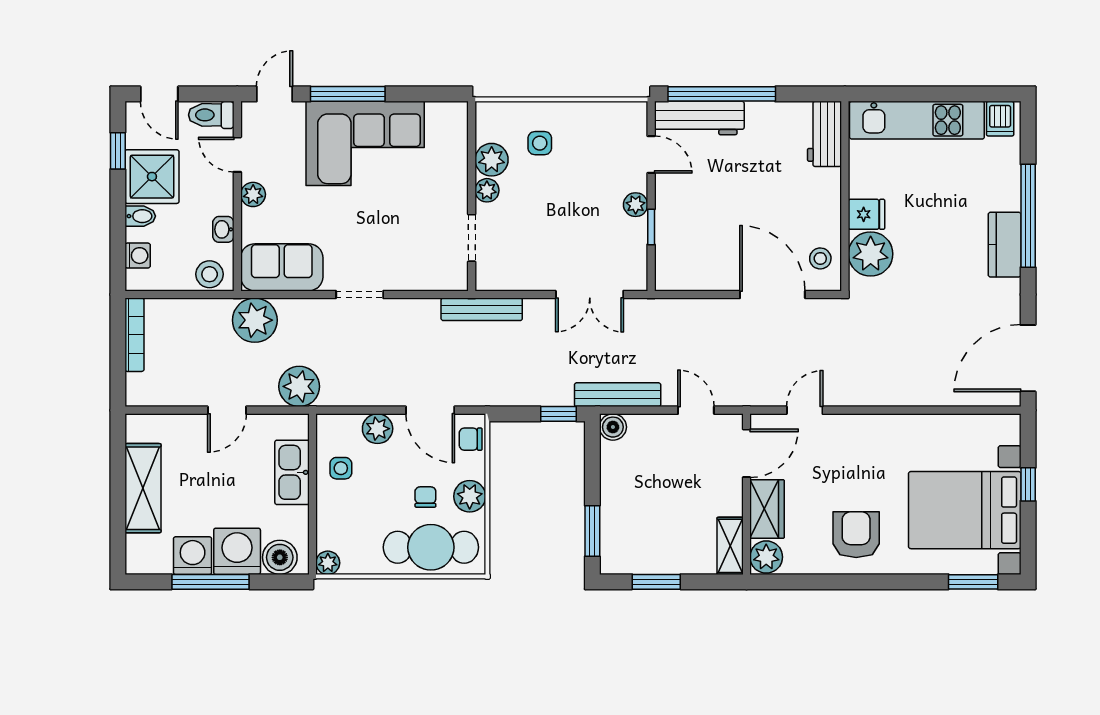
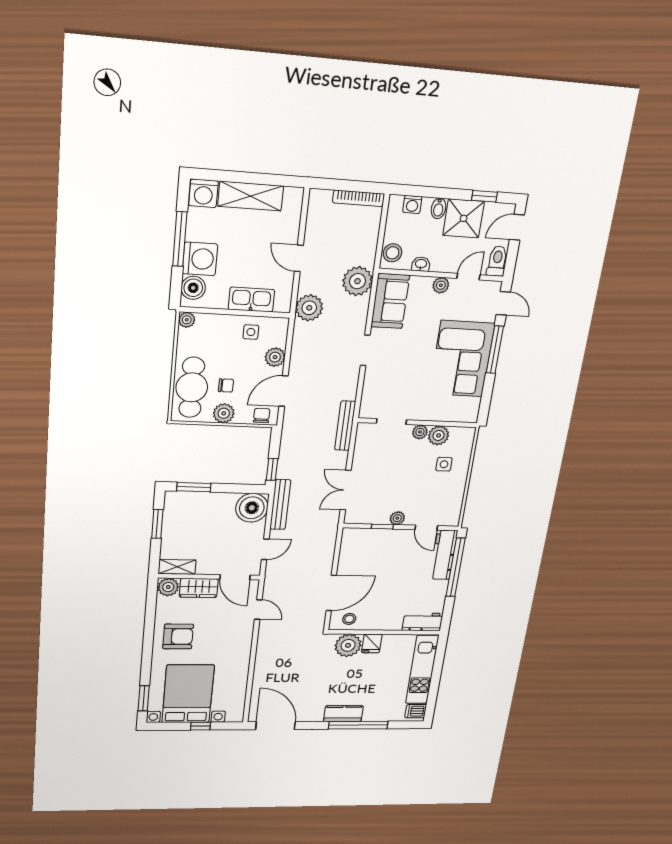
door: (651, 154) -> (426, 528), hinge flipped
boiler: (613, 427) -> (252, 508), width x1.86, depth x1.86
washing machine: (193, 556) -> (203, 193), moved, turned 90

